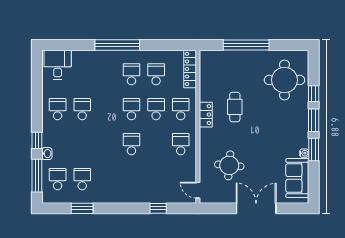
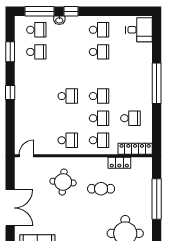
school desk: (131, 74) -> (130, 96), removed
locker: (206, 115) -> (119, 163), moved
round table: (229, 165) -> (63, 182), moved
window: (158, 208) -> (10, 93), moved

